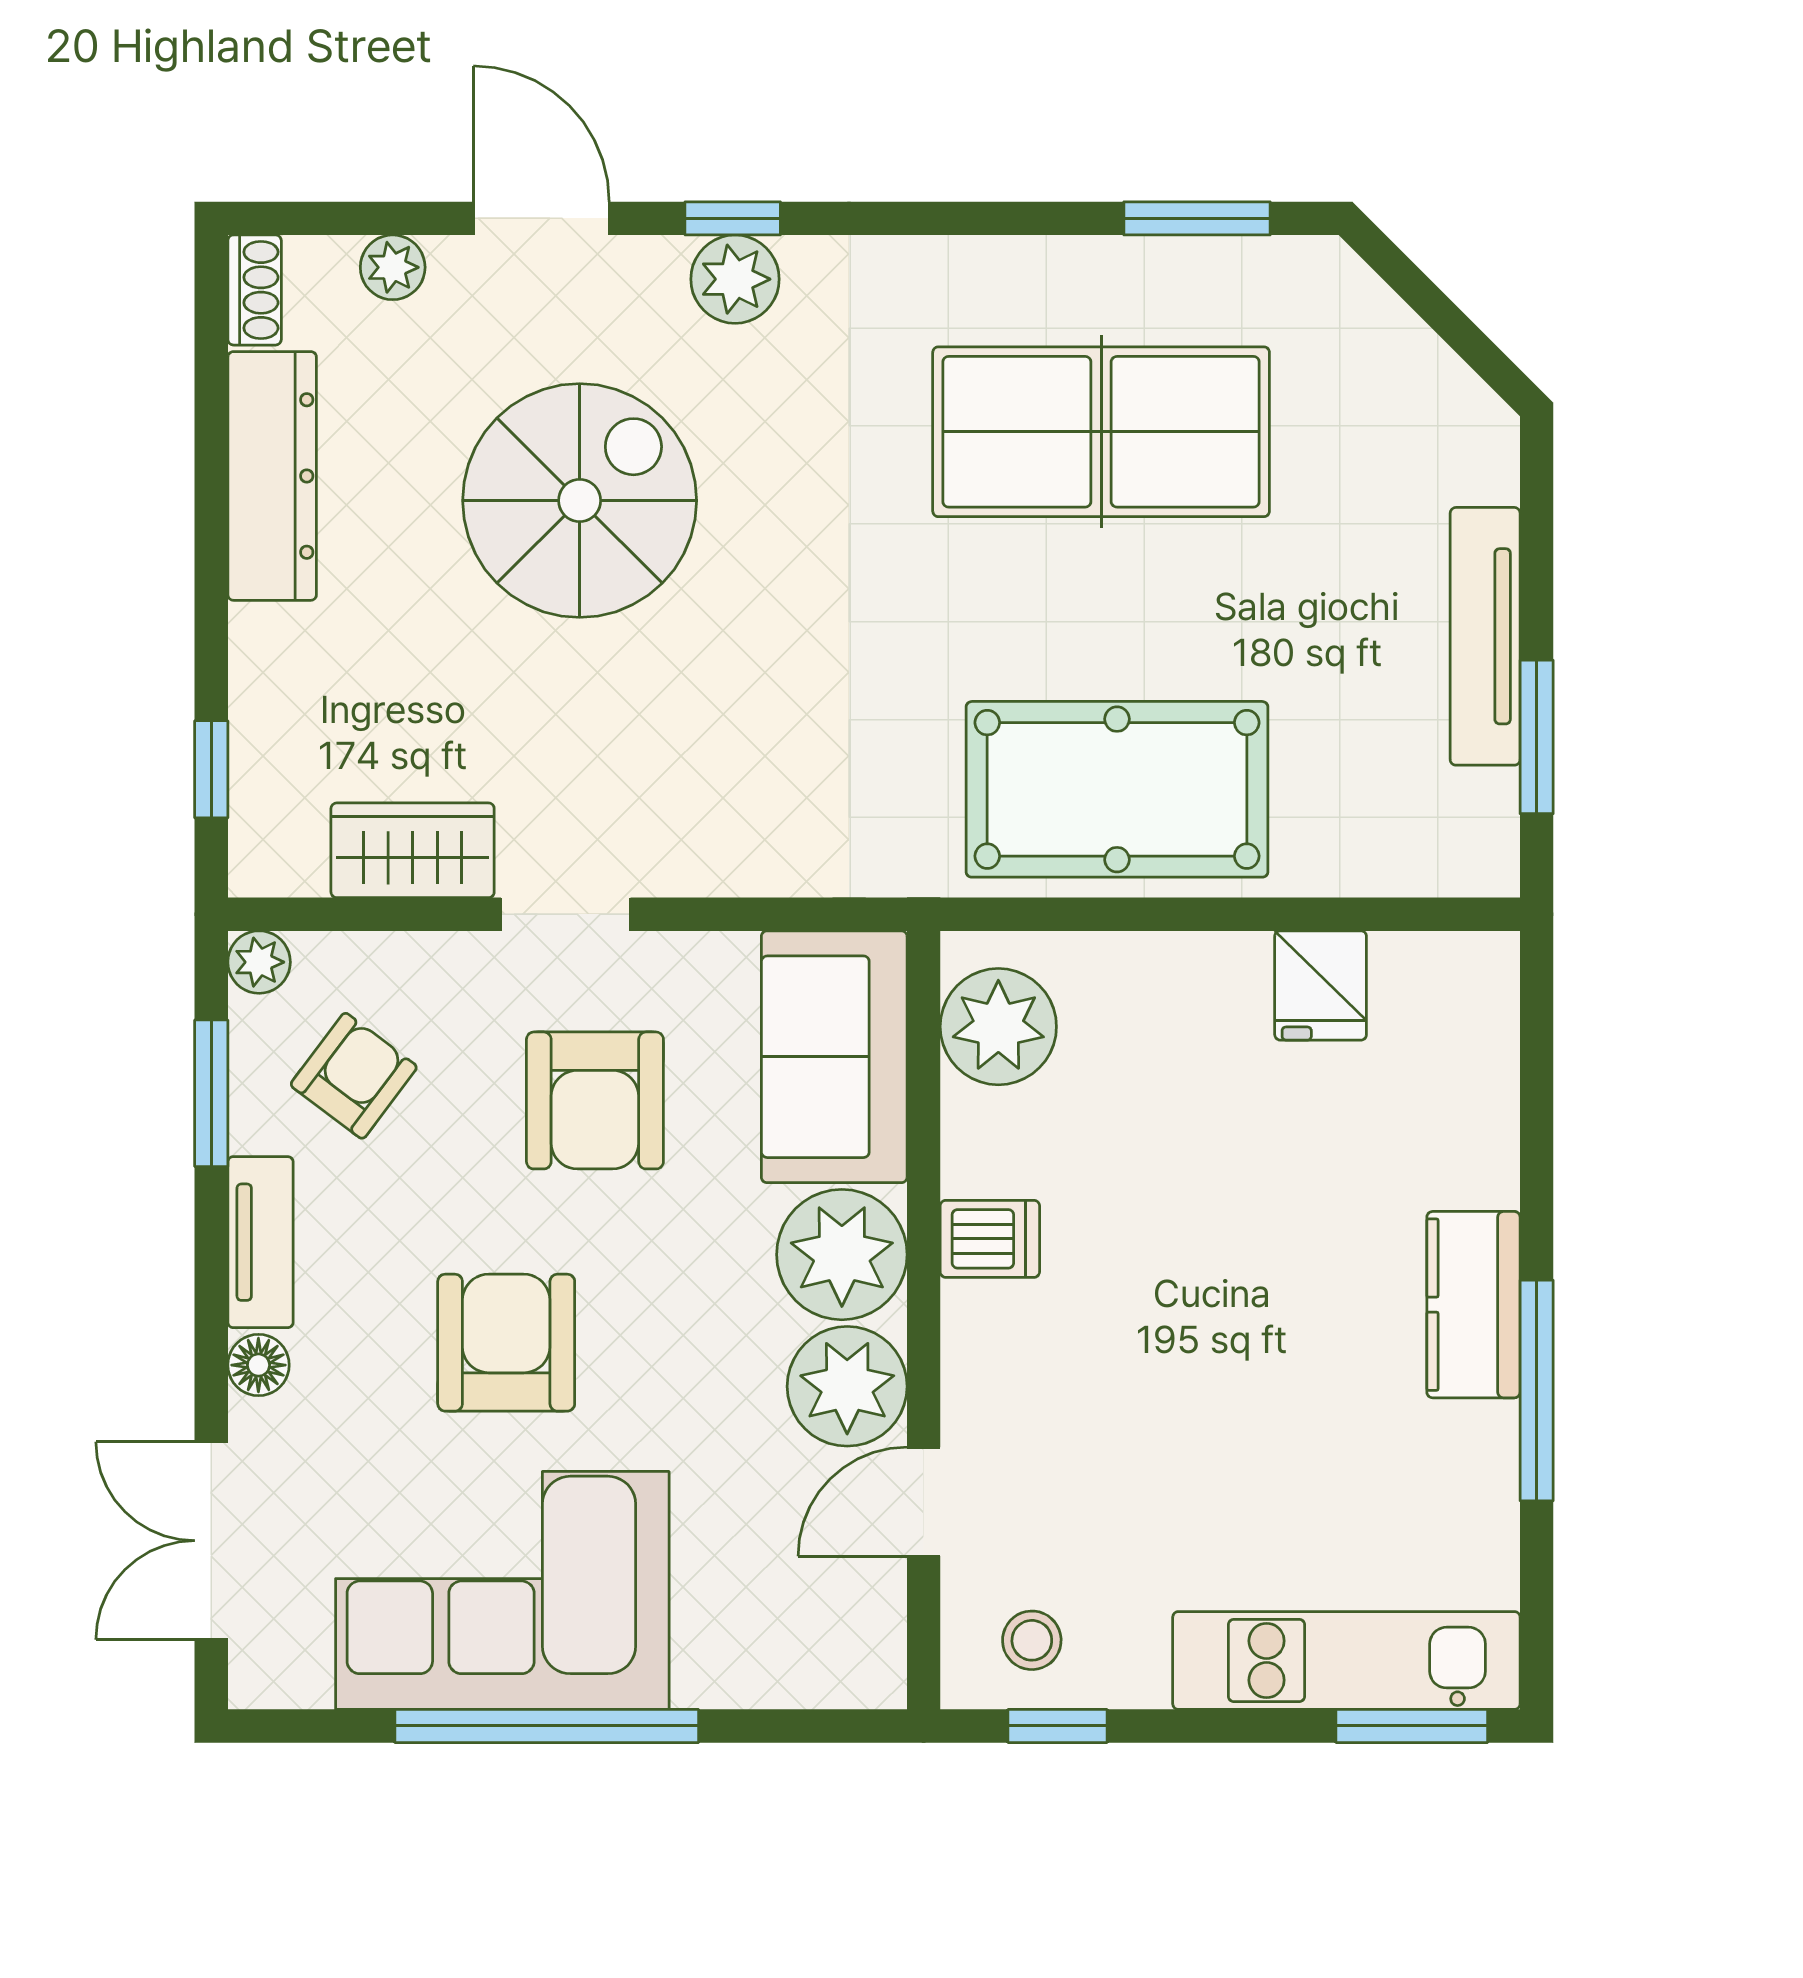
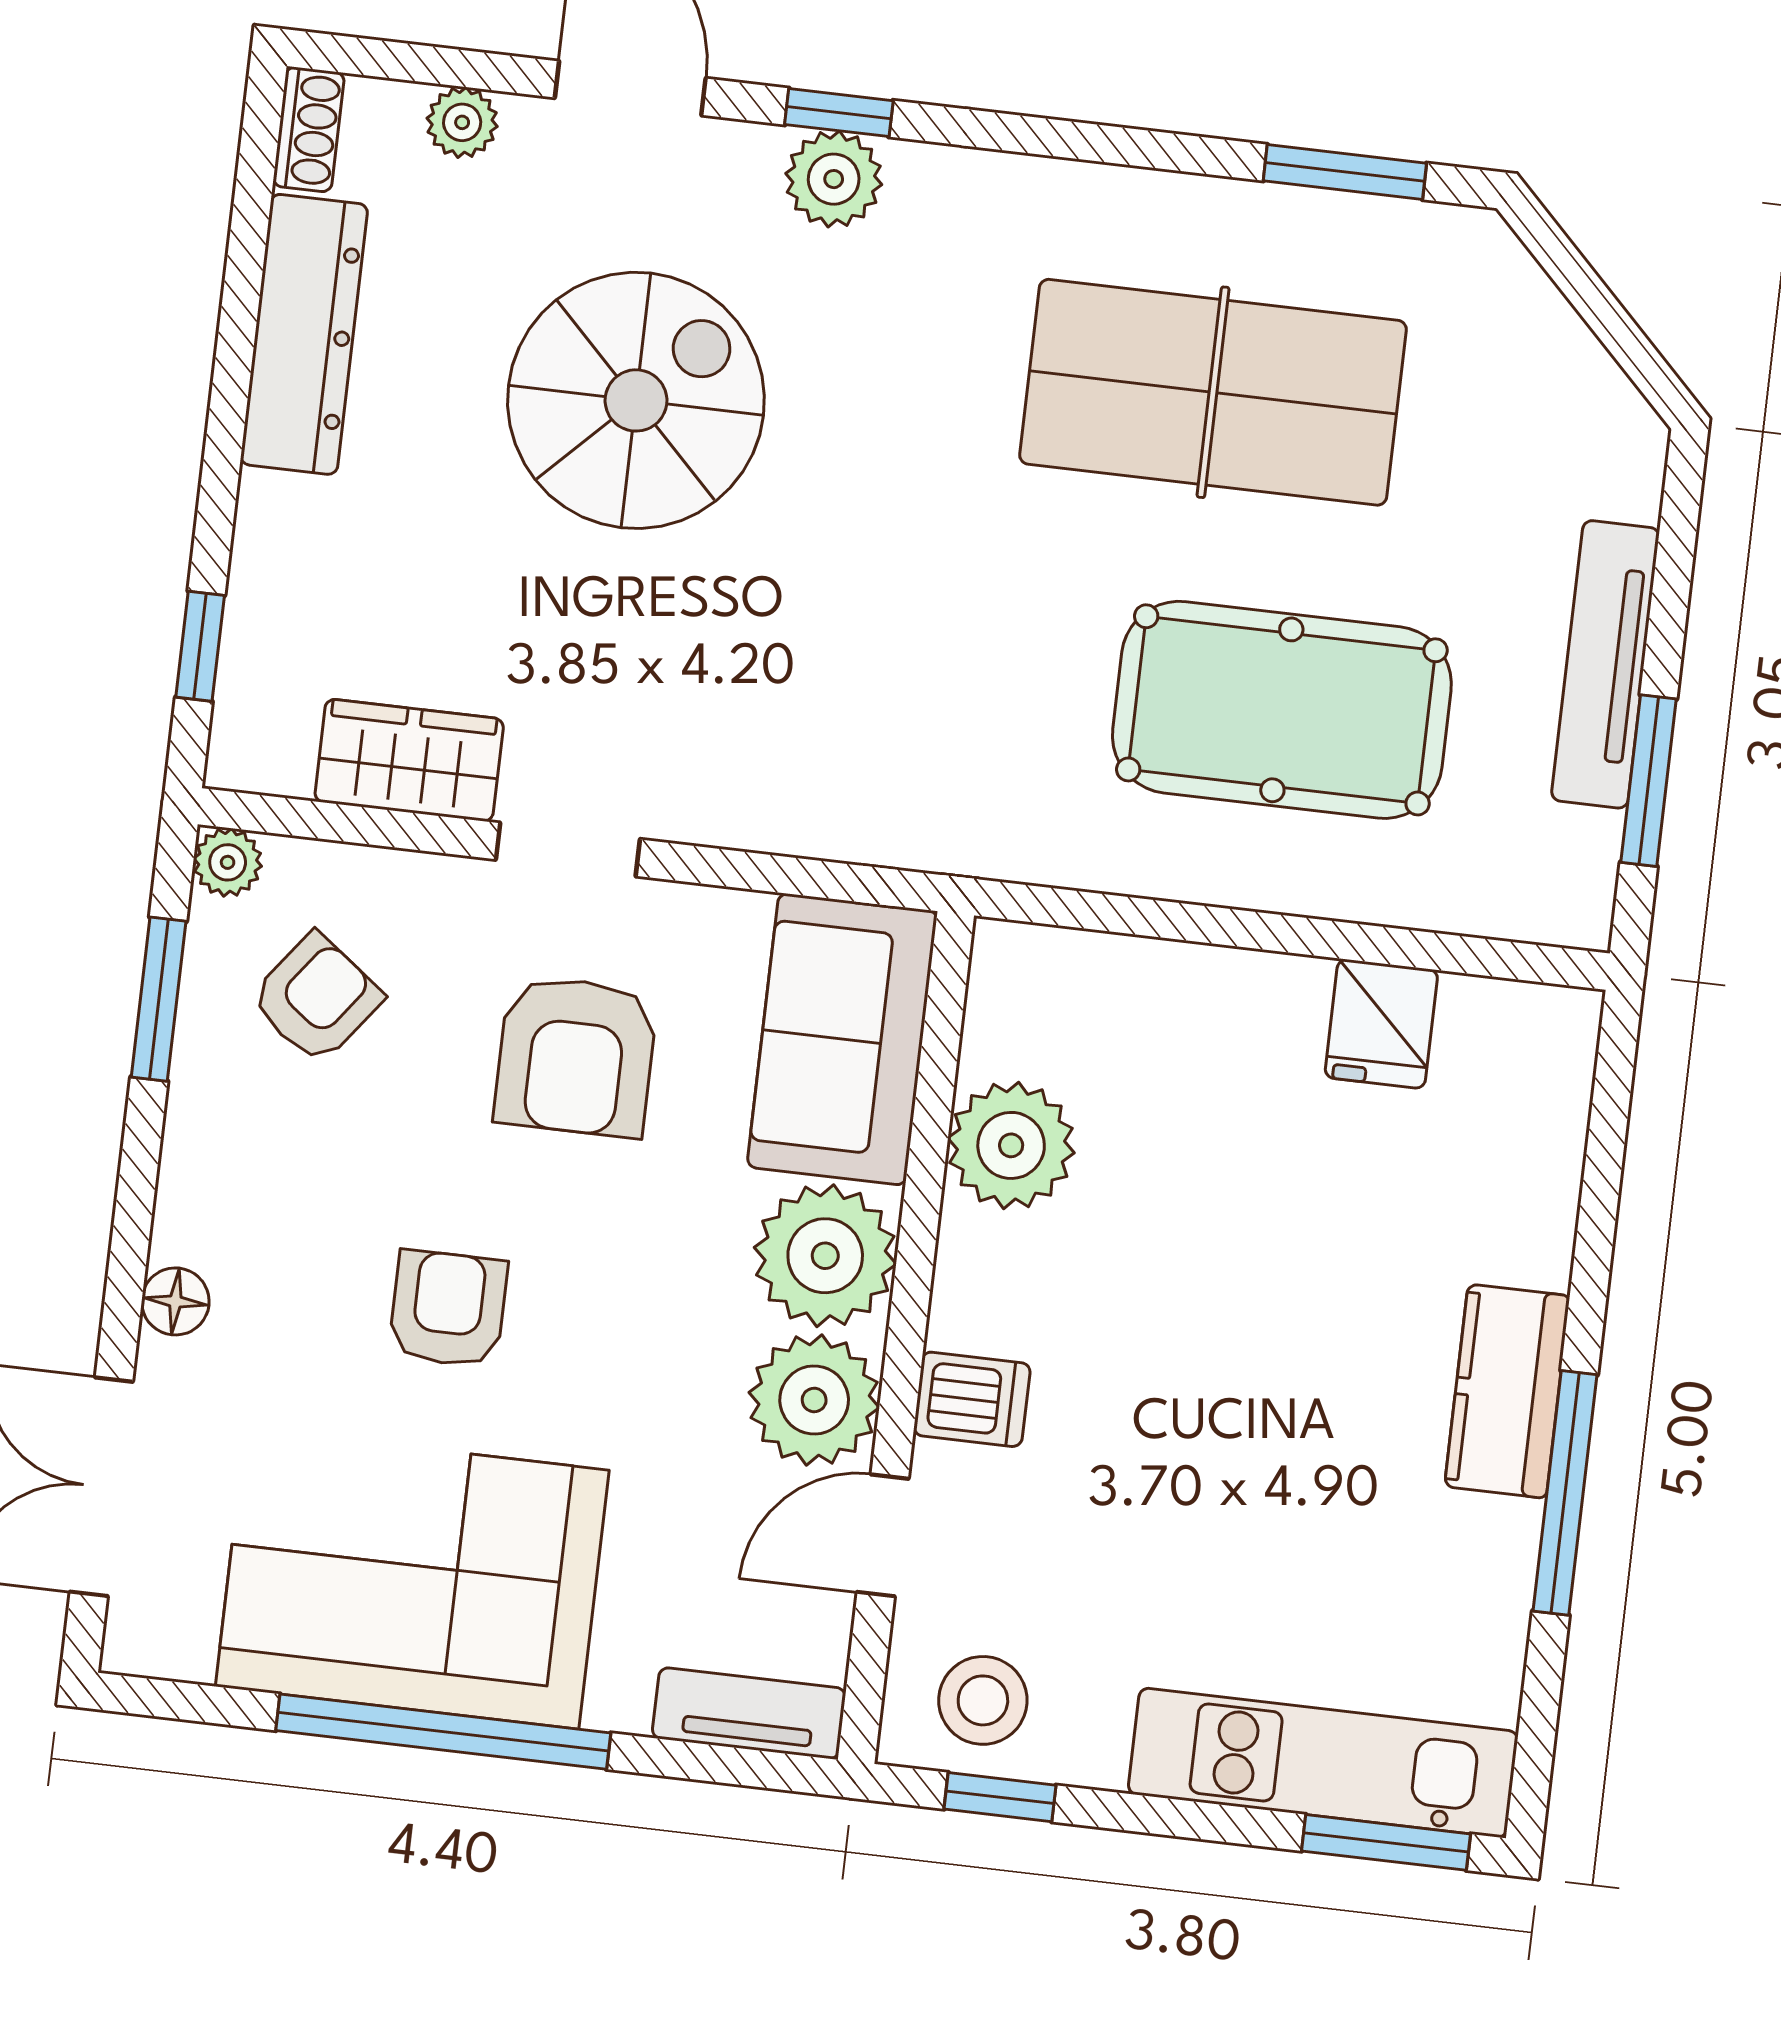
pool table: (1117, 789) -> (1282, 710), moved
plant: (998, 1027) -> (1011, 1145), moved
dishwasher: (990, 1239) -> (972, 1399), moved
tv unit: (260, 1242) -> (749, 1713), moved, turned -90
armchair: (506, 1343) -> (448, 1309), width x0.72, depth x0.72
stool: (1032, 1640) -> (983, 1700), width x1.37, depth x1.37

